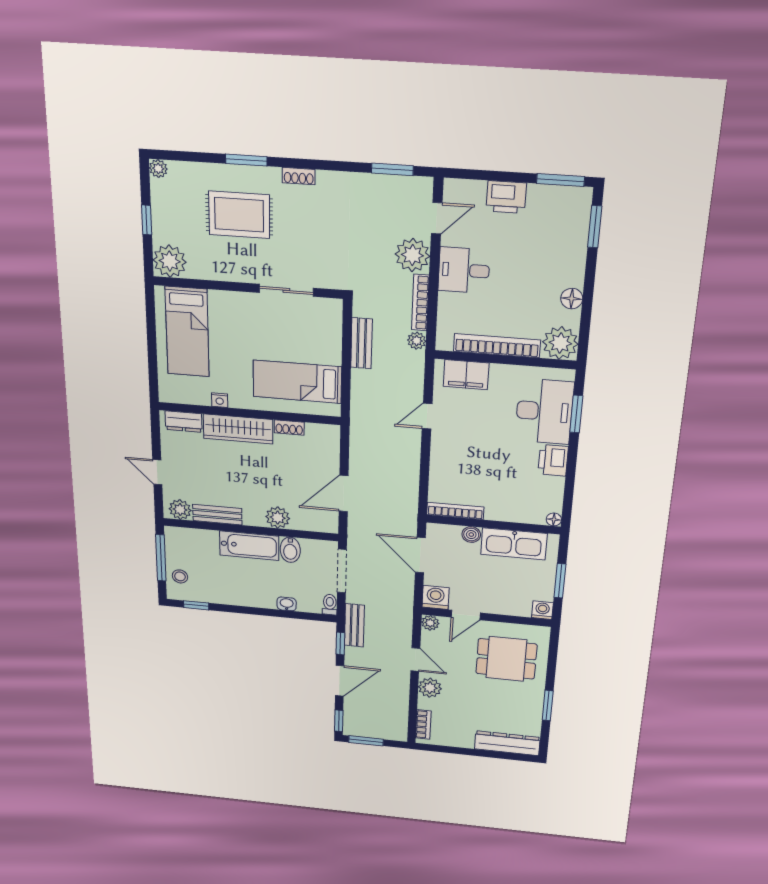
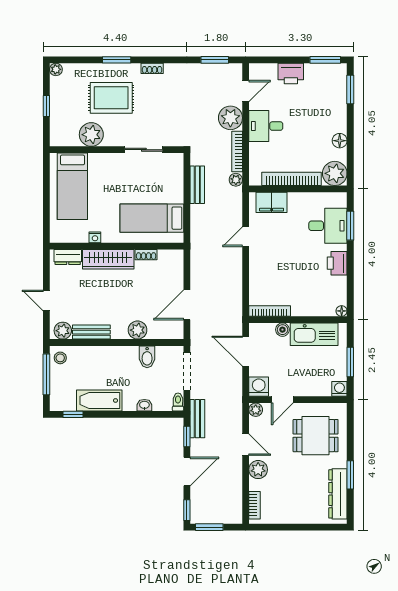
plant: (170, 261) -> (91, 135), moved
desk: (544, 411) -> (328, 226), width x0.73
bathtub: (249, 546) -> (99, 400), moved, turned 180
stool: (180, 576) -> (60, 358), moved
dresser: (507, 743) -> (338, 494), moved, turned -90

